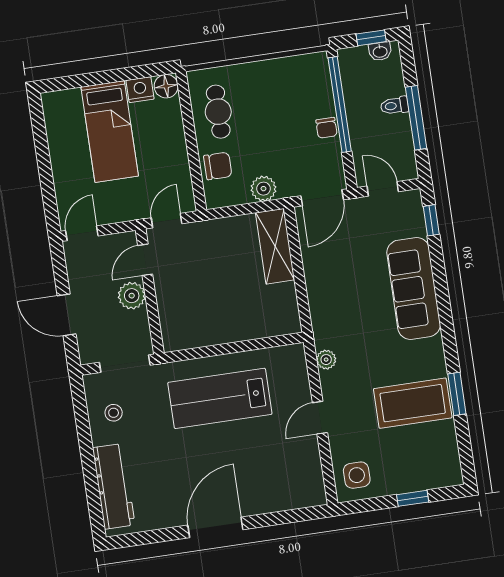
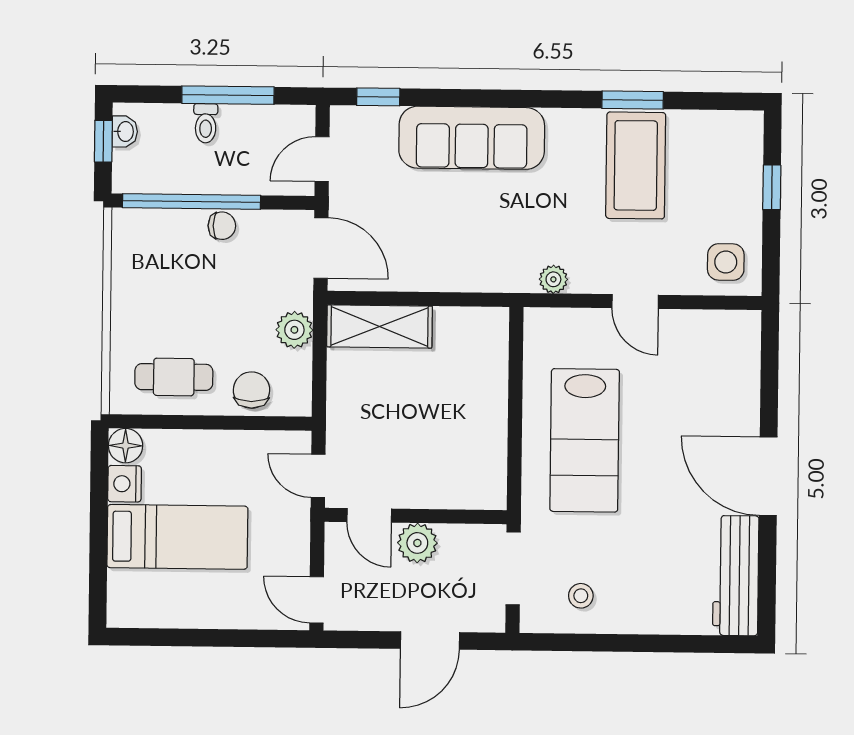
workbench: (114, 486) -> (736, 576), moved, turned -90

